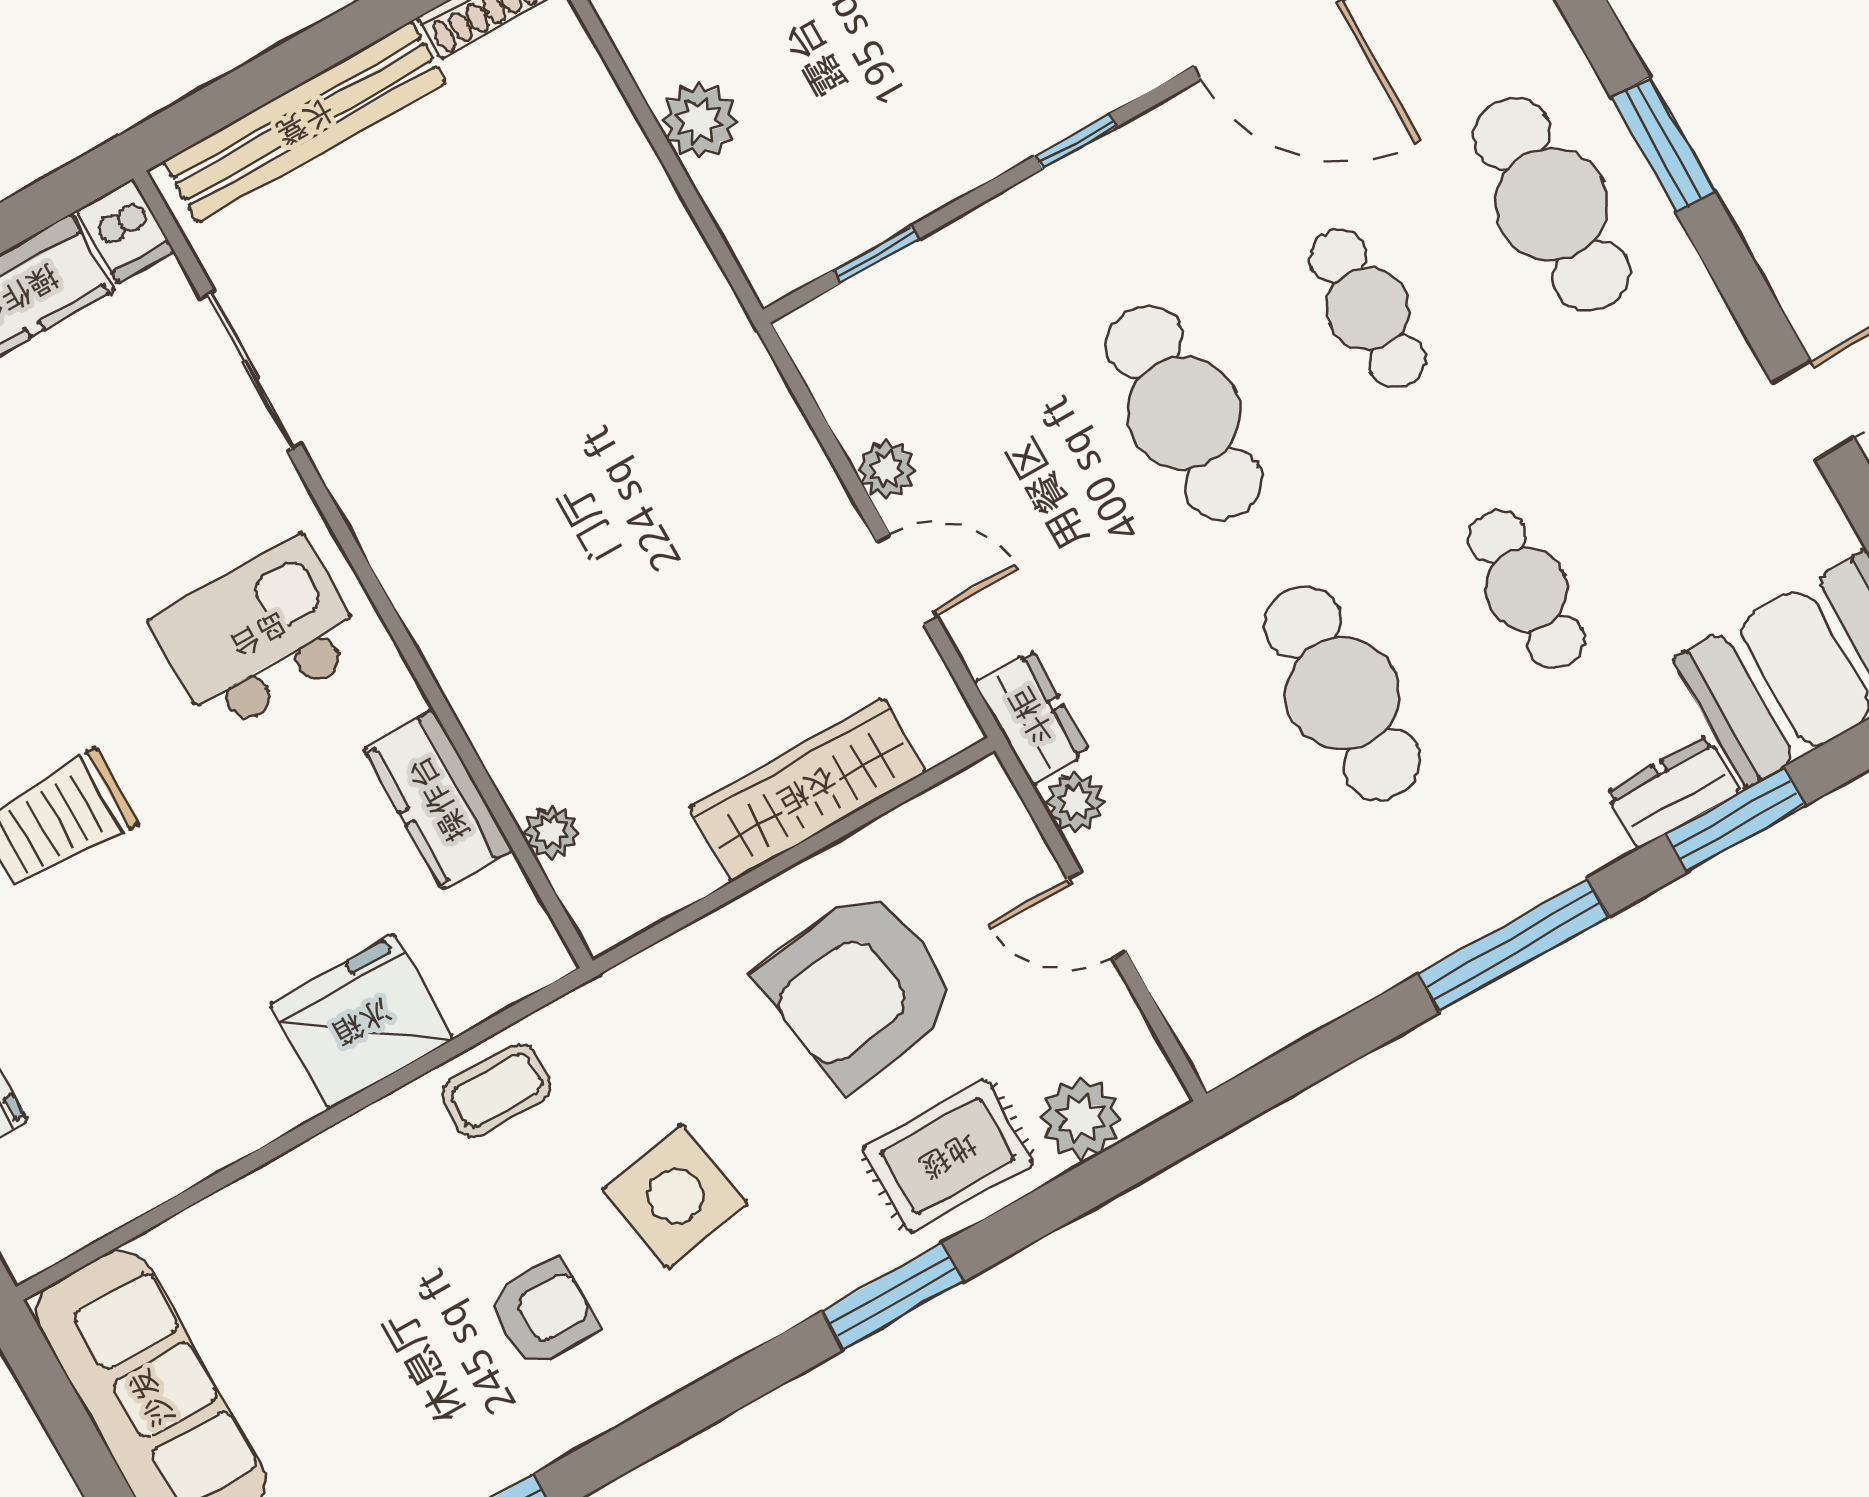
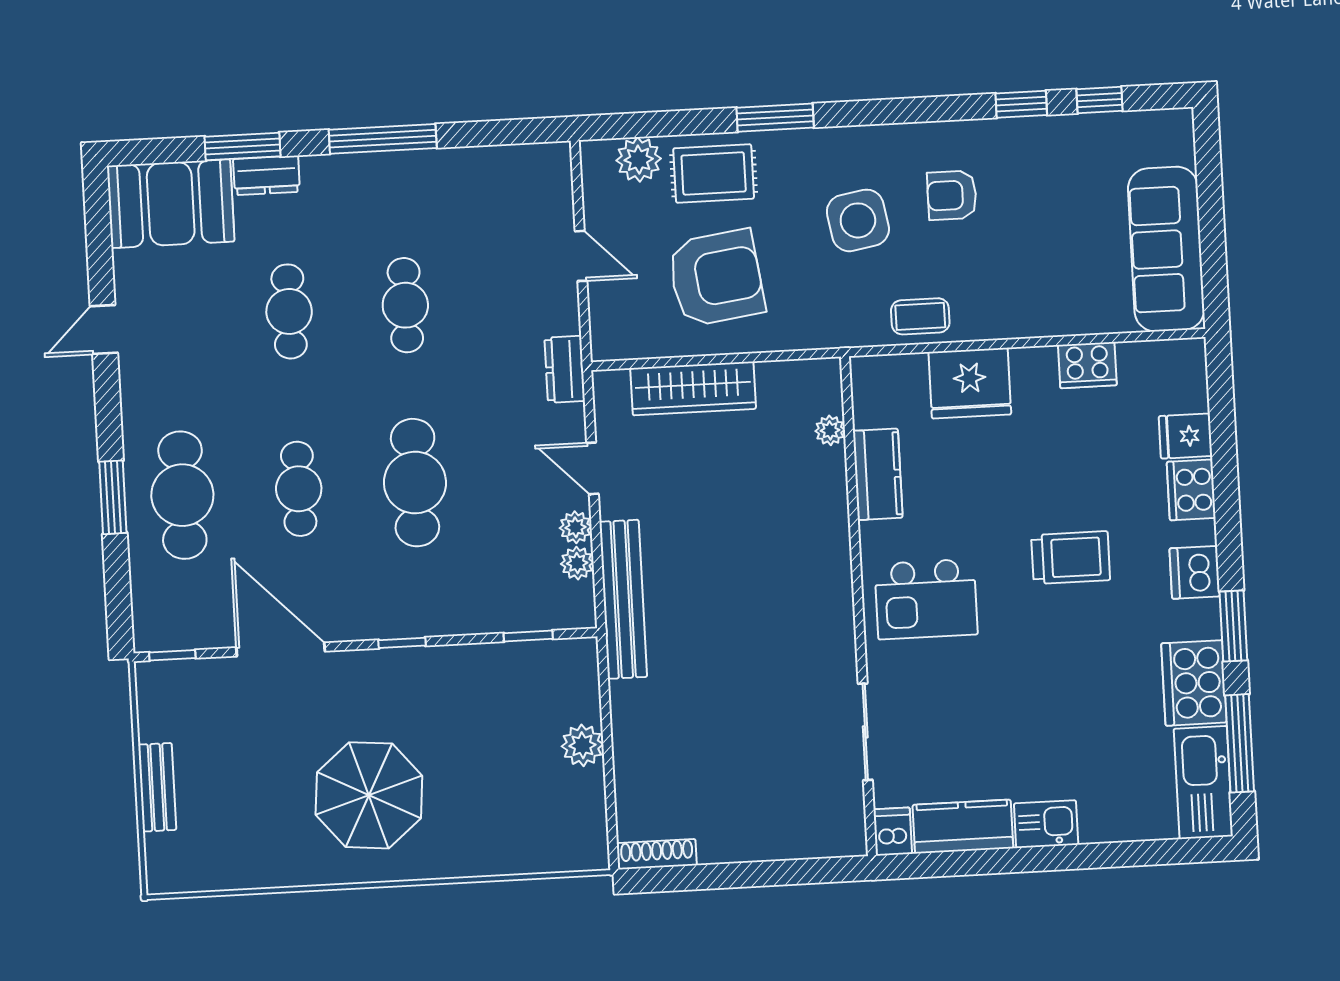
bench: (305, 122) -> (623, 599), moved, turned 90
cafe table: (1342, 693) -> (405, 305), width x0.73, depth x0.74
plant: (1075, 802) -> (577, 563), moved
cooker: (185, 1146) -> (1087, 365), added

